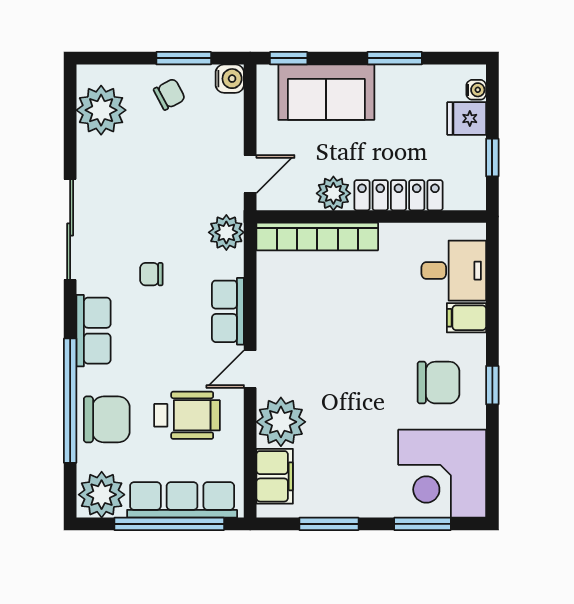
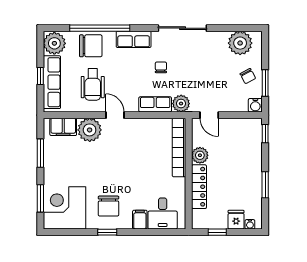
sofa: (326, 92) -> (249, 152), removed
row of seats: (228, 311) -> (155, 104), moved
chair: (107, 419) -> (91, 46), turned -90
window: (169, 524) -> (40, 76), width x0.32

